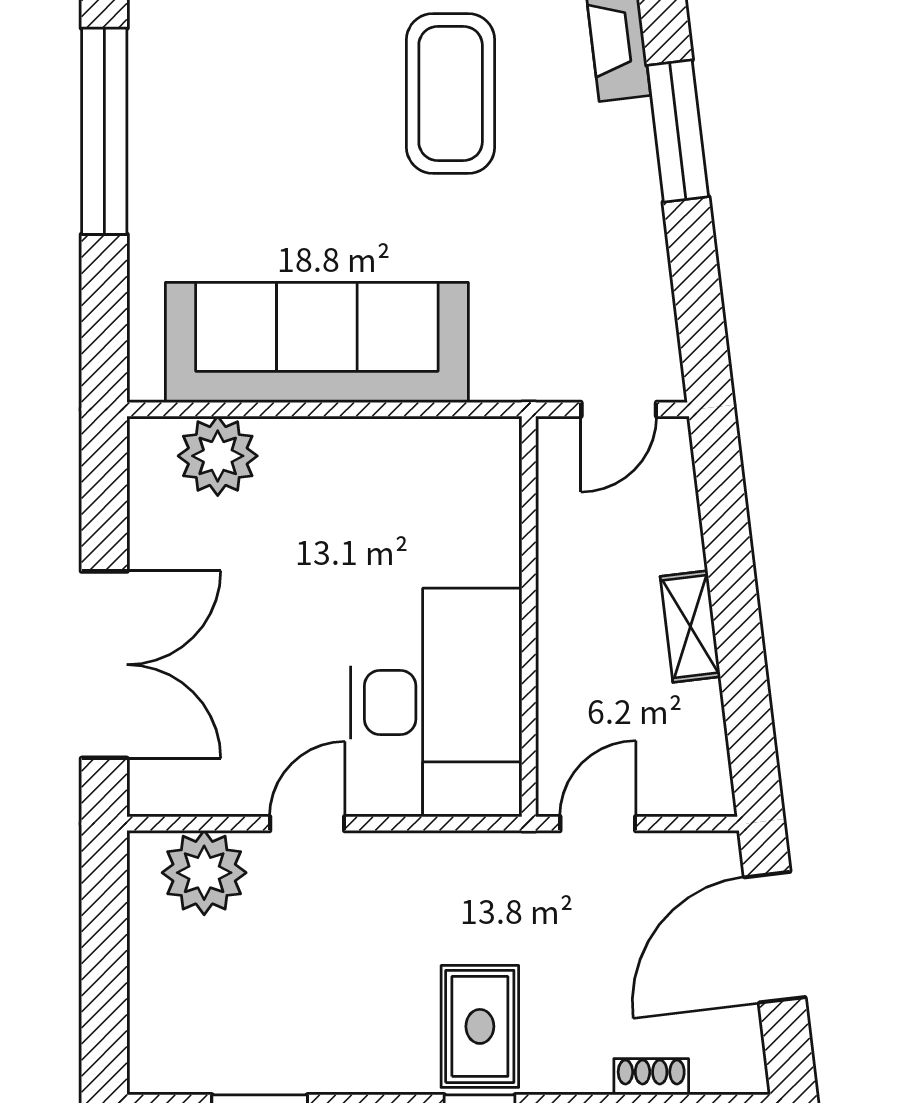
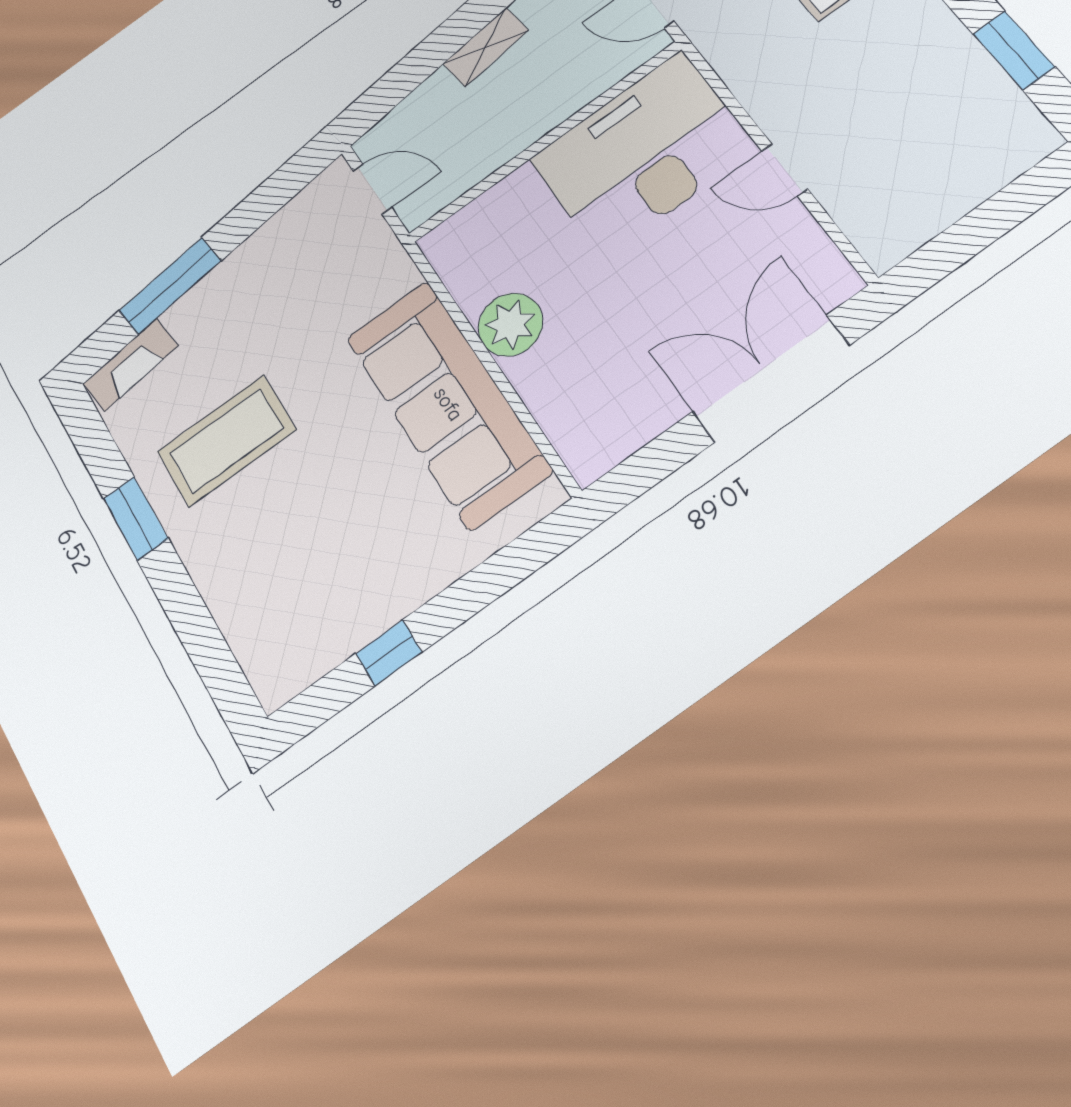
window: (104, 131) -> (389, 653), width x0.32
plant: (218, 456) -> (511, 325), moved
plant: (204, 873) -> (869, 208), removed

